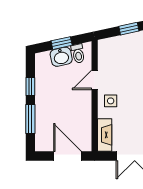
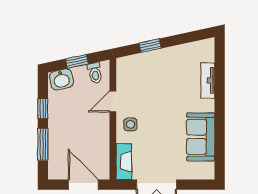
washbasin: (61, 57) -> (61, 79), moved

